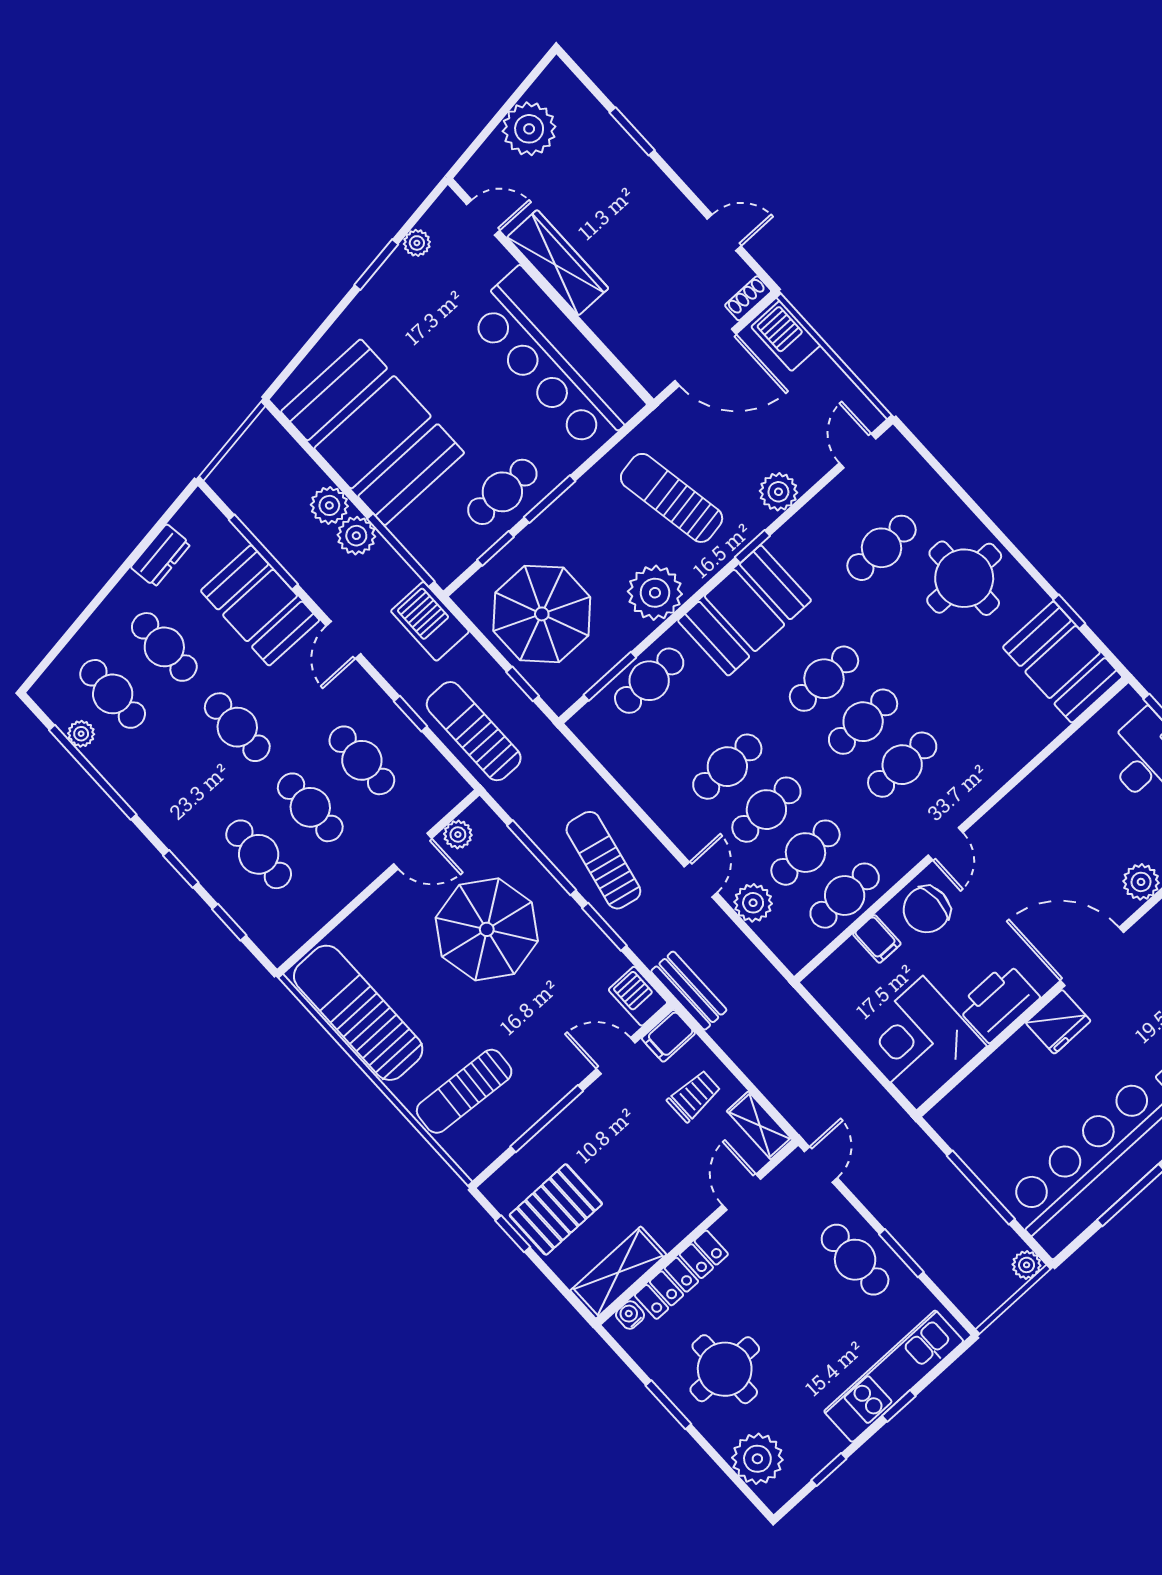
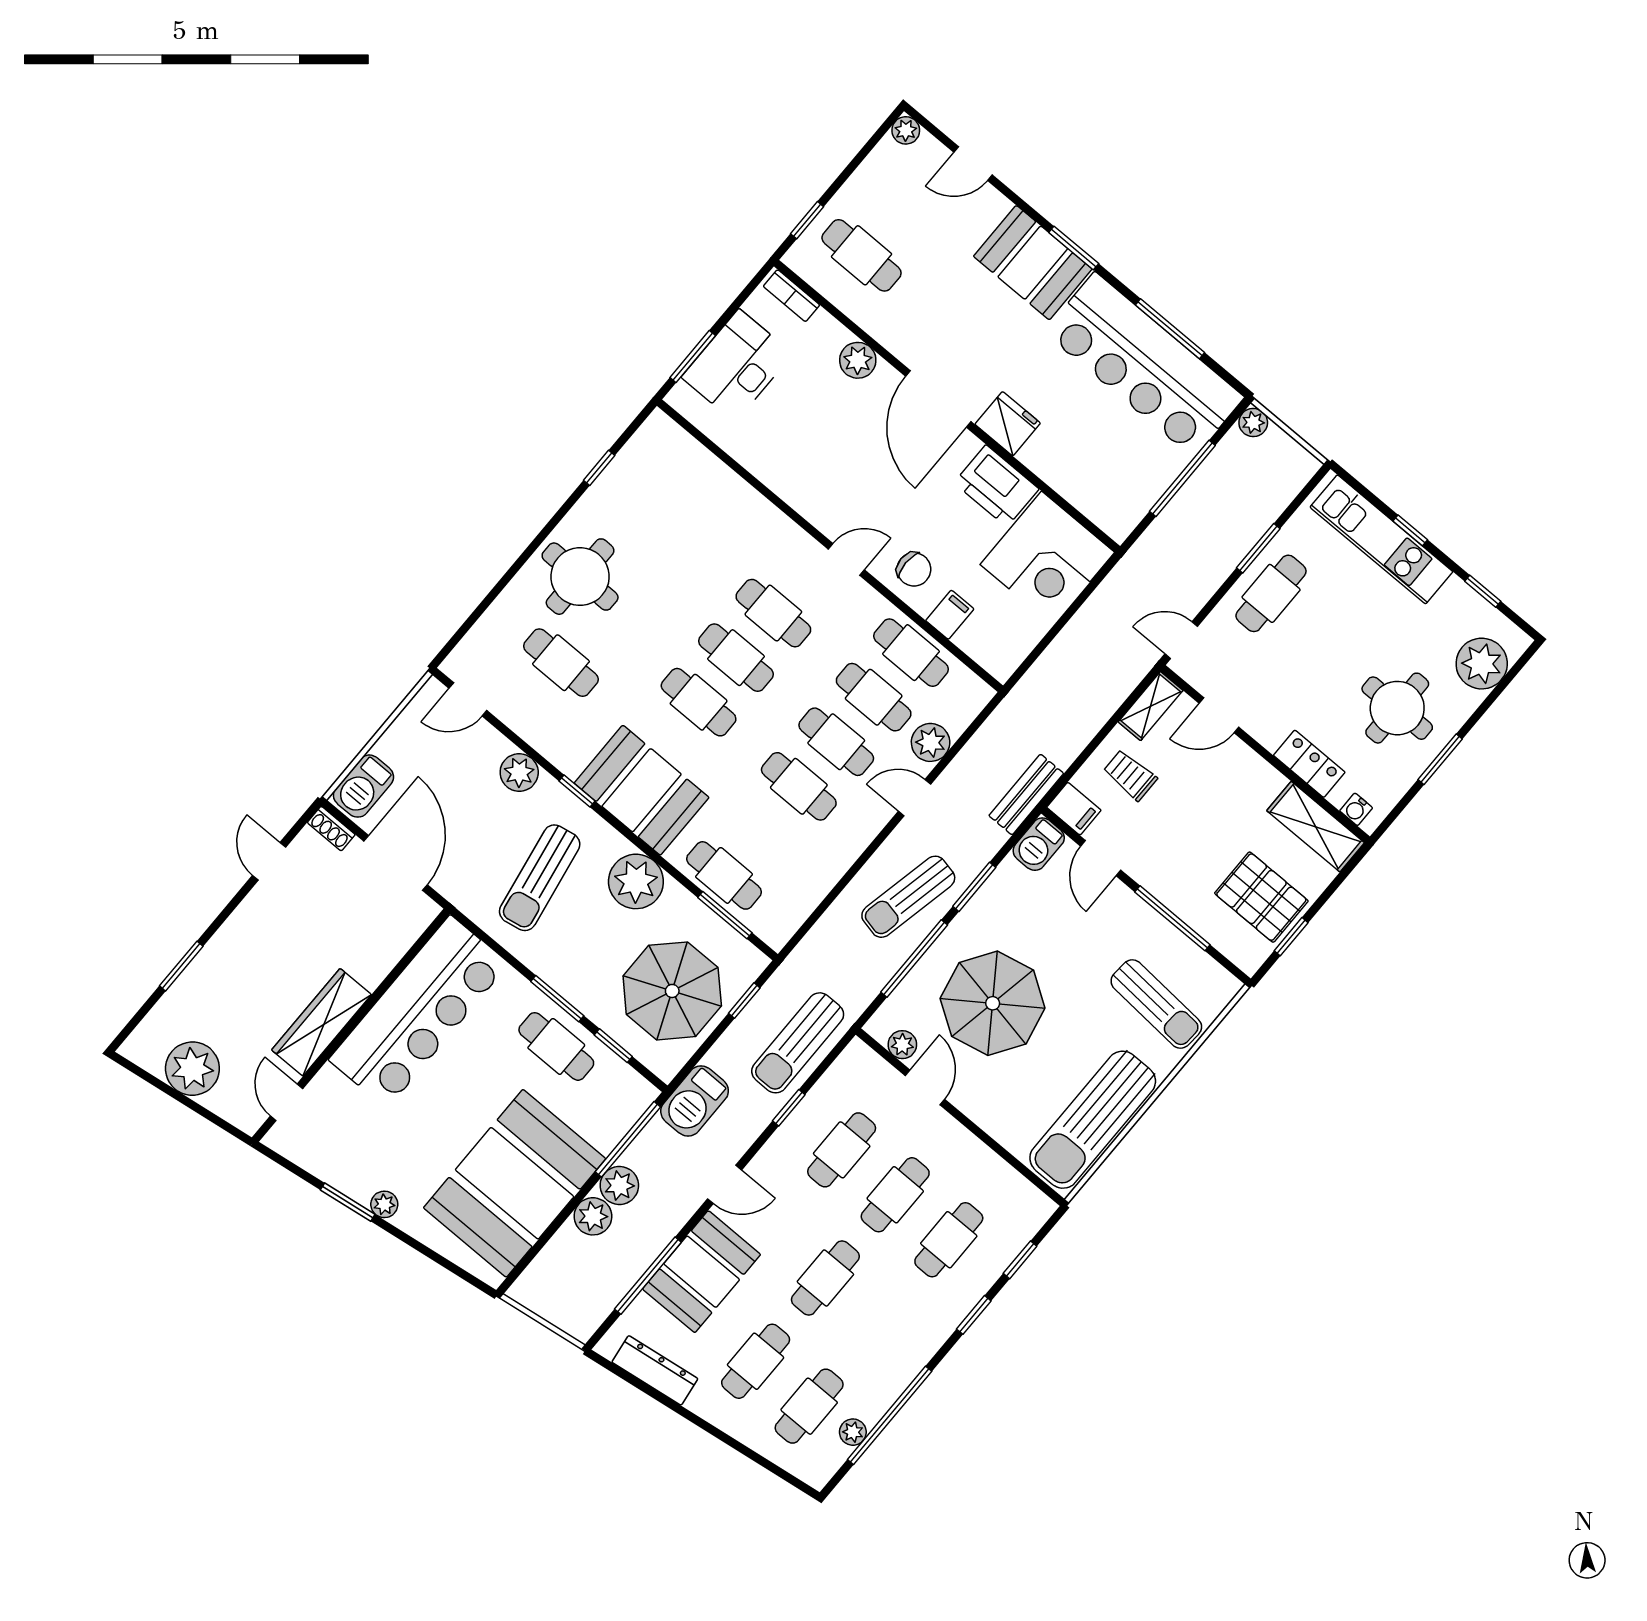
plant: (417, 243) -> (384, 1204), moved
dresser: (161, 556) -> (655, 1370), width x1.44
booth: (1063, 662) -> (650, 468), removed
chair: (927, 910) -> (914, 569), width x0.73, depth x0.73
locker: (681, 1275) -> (1309, 764), width x0.66

